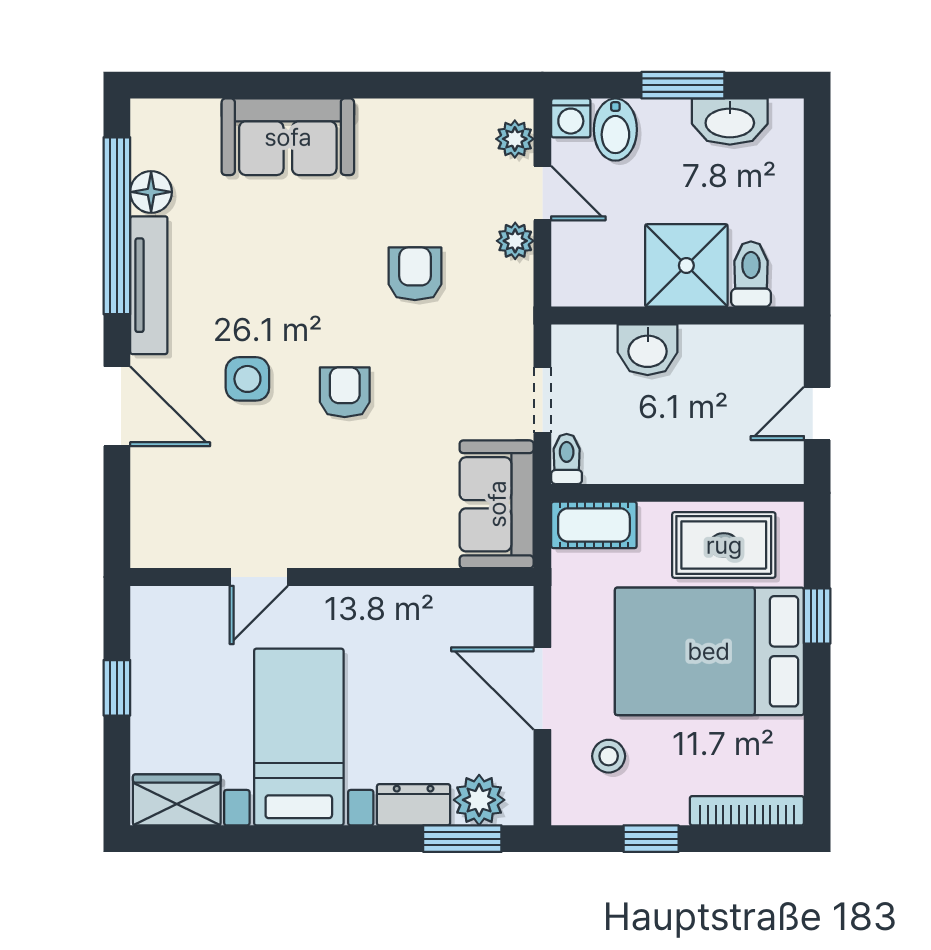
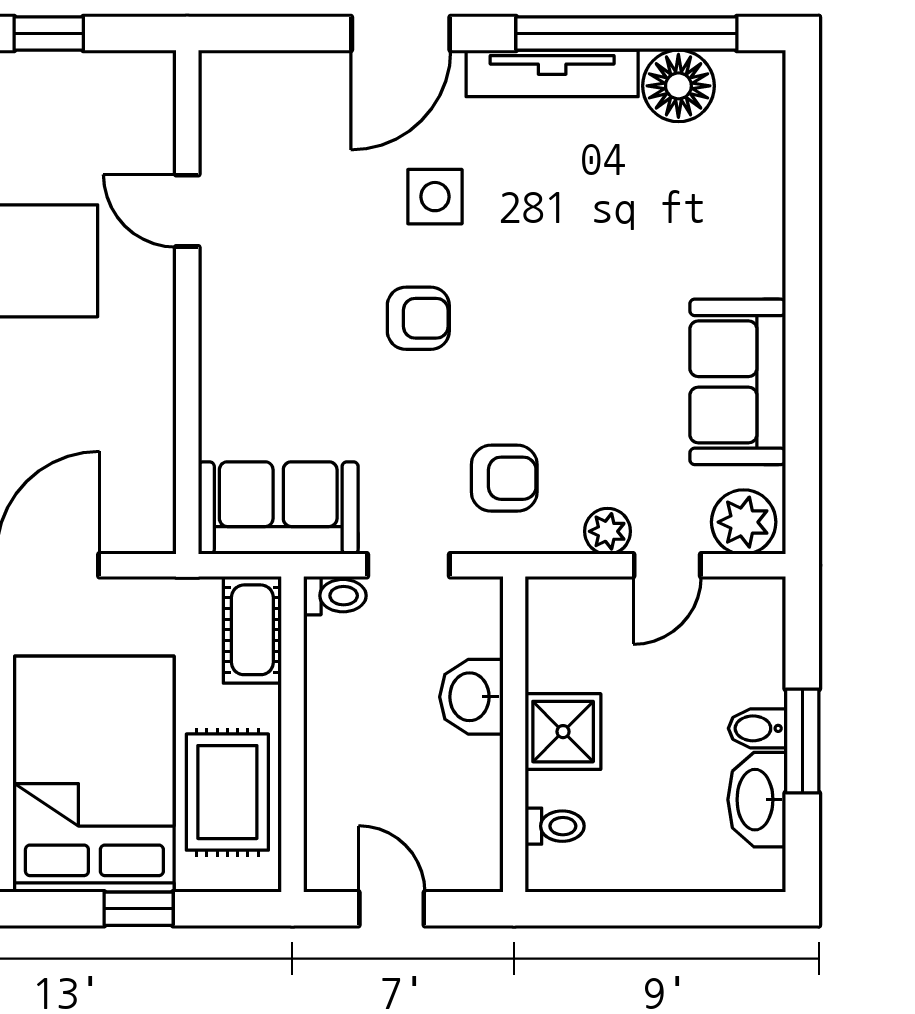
washing machine: (571, 118) -> (761, 601), removed
bidet: (615, 130) -> (757, 728), moved, width x0.72, depth x0.74
sofa: (288, 137) -> (738, 382), moved
plant: (515, 139) -> (744, 522), width x1.38, depth x1.38
floor lamp: (151, 192) -> (678, 86), width x1.38, depth x1.38
shower: (686, 265) -> (563, 732), width x0.73, depth x0.73
armchair: (415, 274) -> (504, 478), moved
toilet: (751, 274) -> (555, 826), width x0.73, depth x0.72

